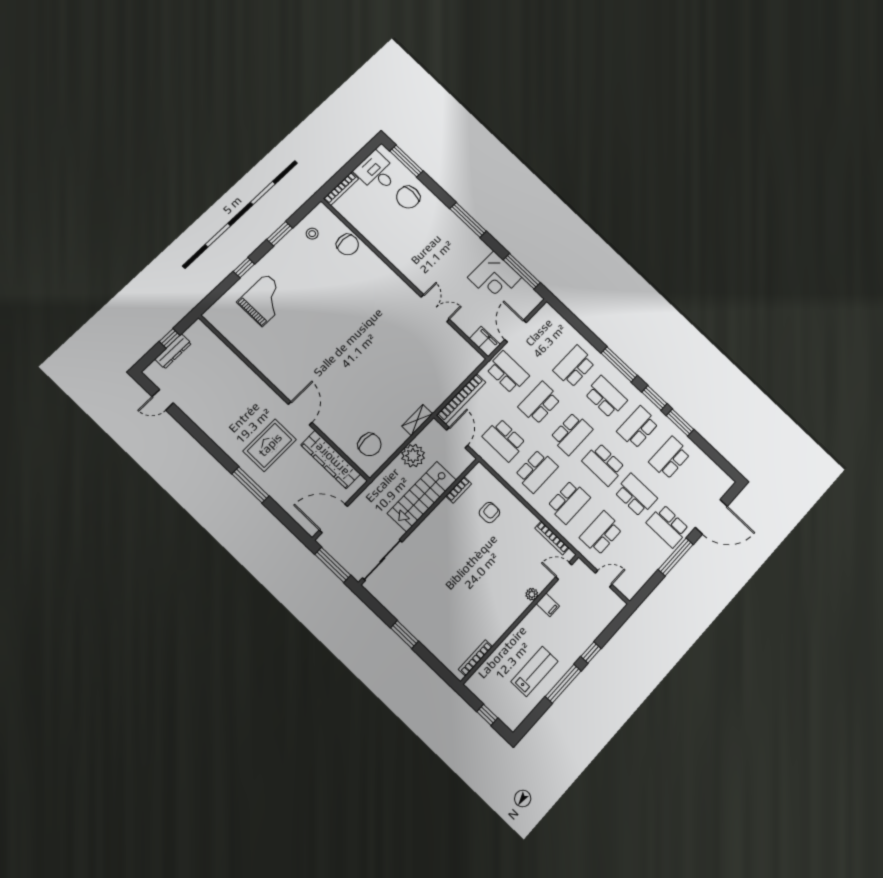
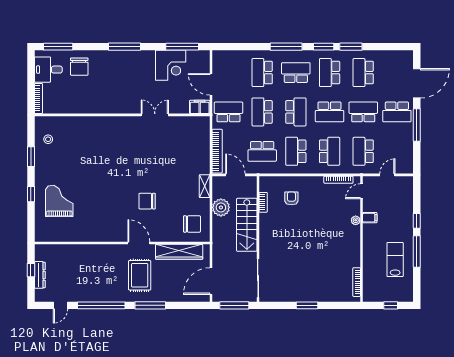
chair: (348, 245) -> (147, 201), moved, turned 180
window: (202, 438) -> (101, 305), added
school desk: (536, 471) -> (296, 151), turned 180

